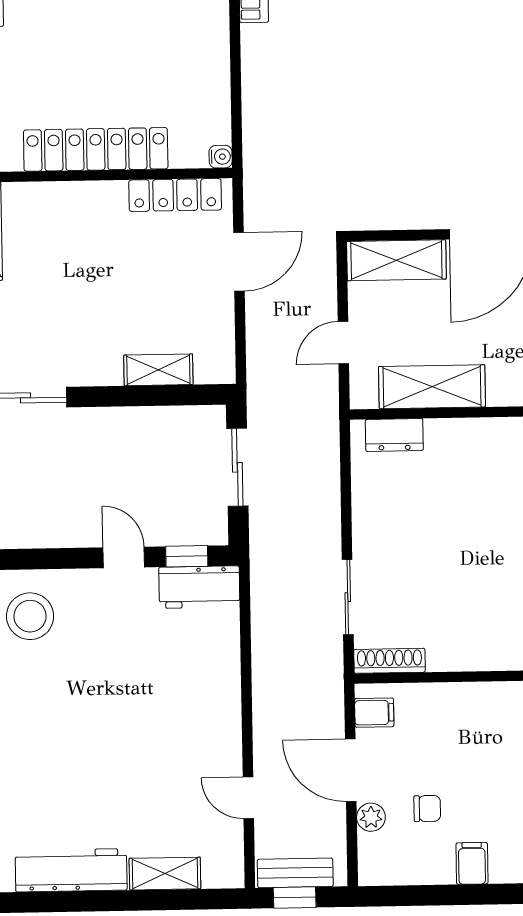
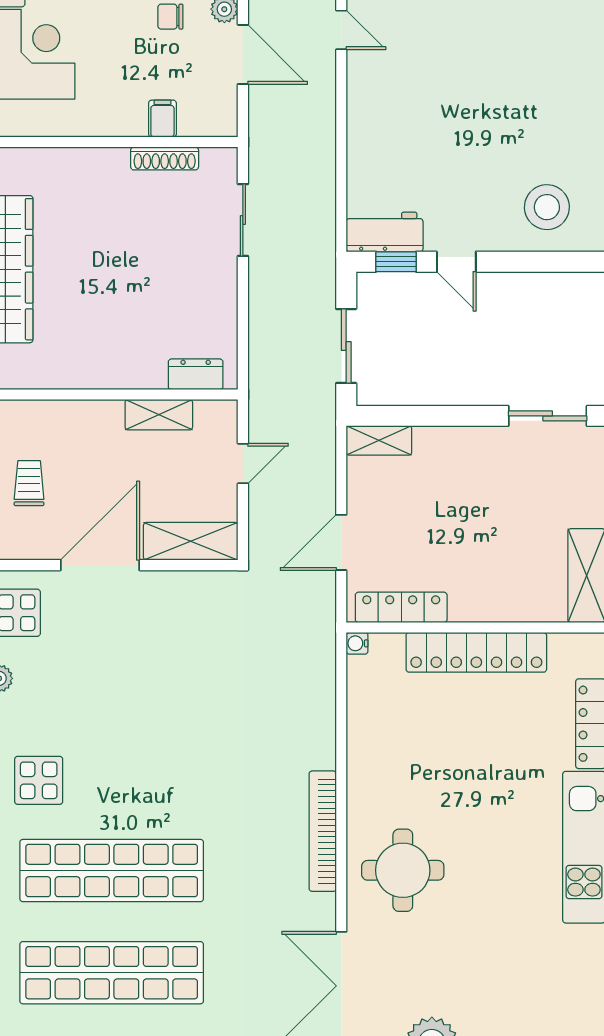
shelving: (158, 370) -> (379, 440), moved
shelving: (432, 387) -> (159, 415), width x0.67, depth x0.75
shoe rack: (389, 661) -> (165, 158), moved
filing cabinet: (374, 713) -> (162, 119), moved, turned 90

